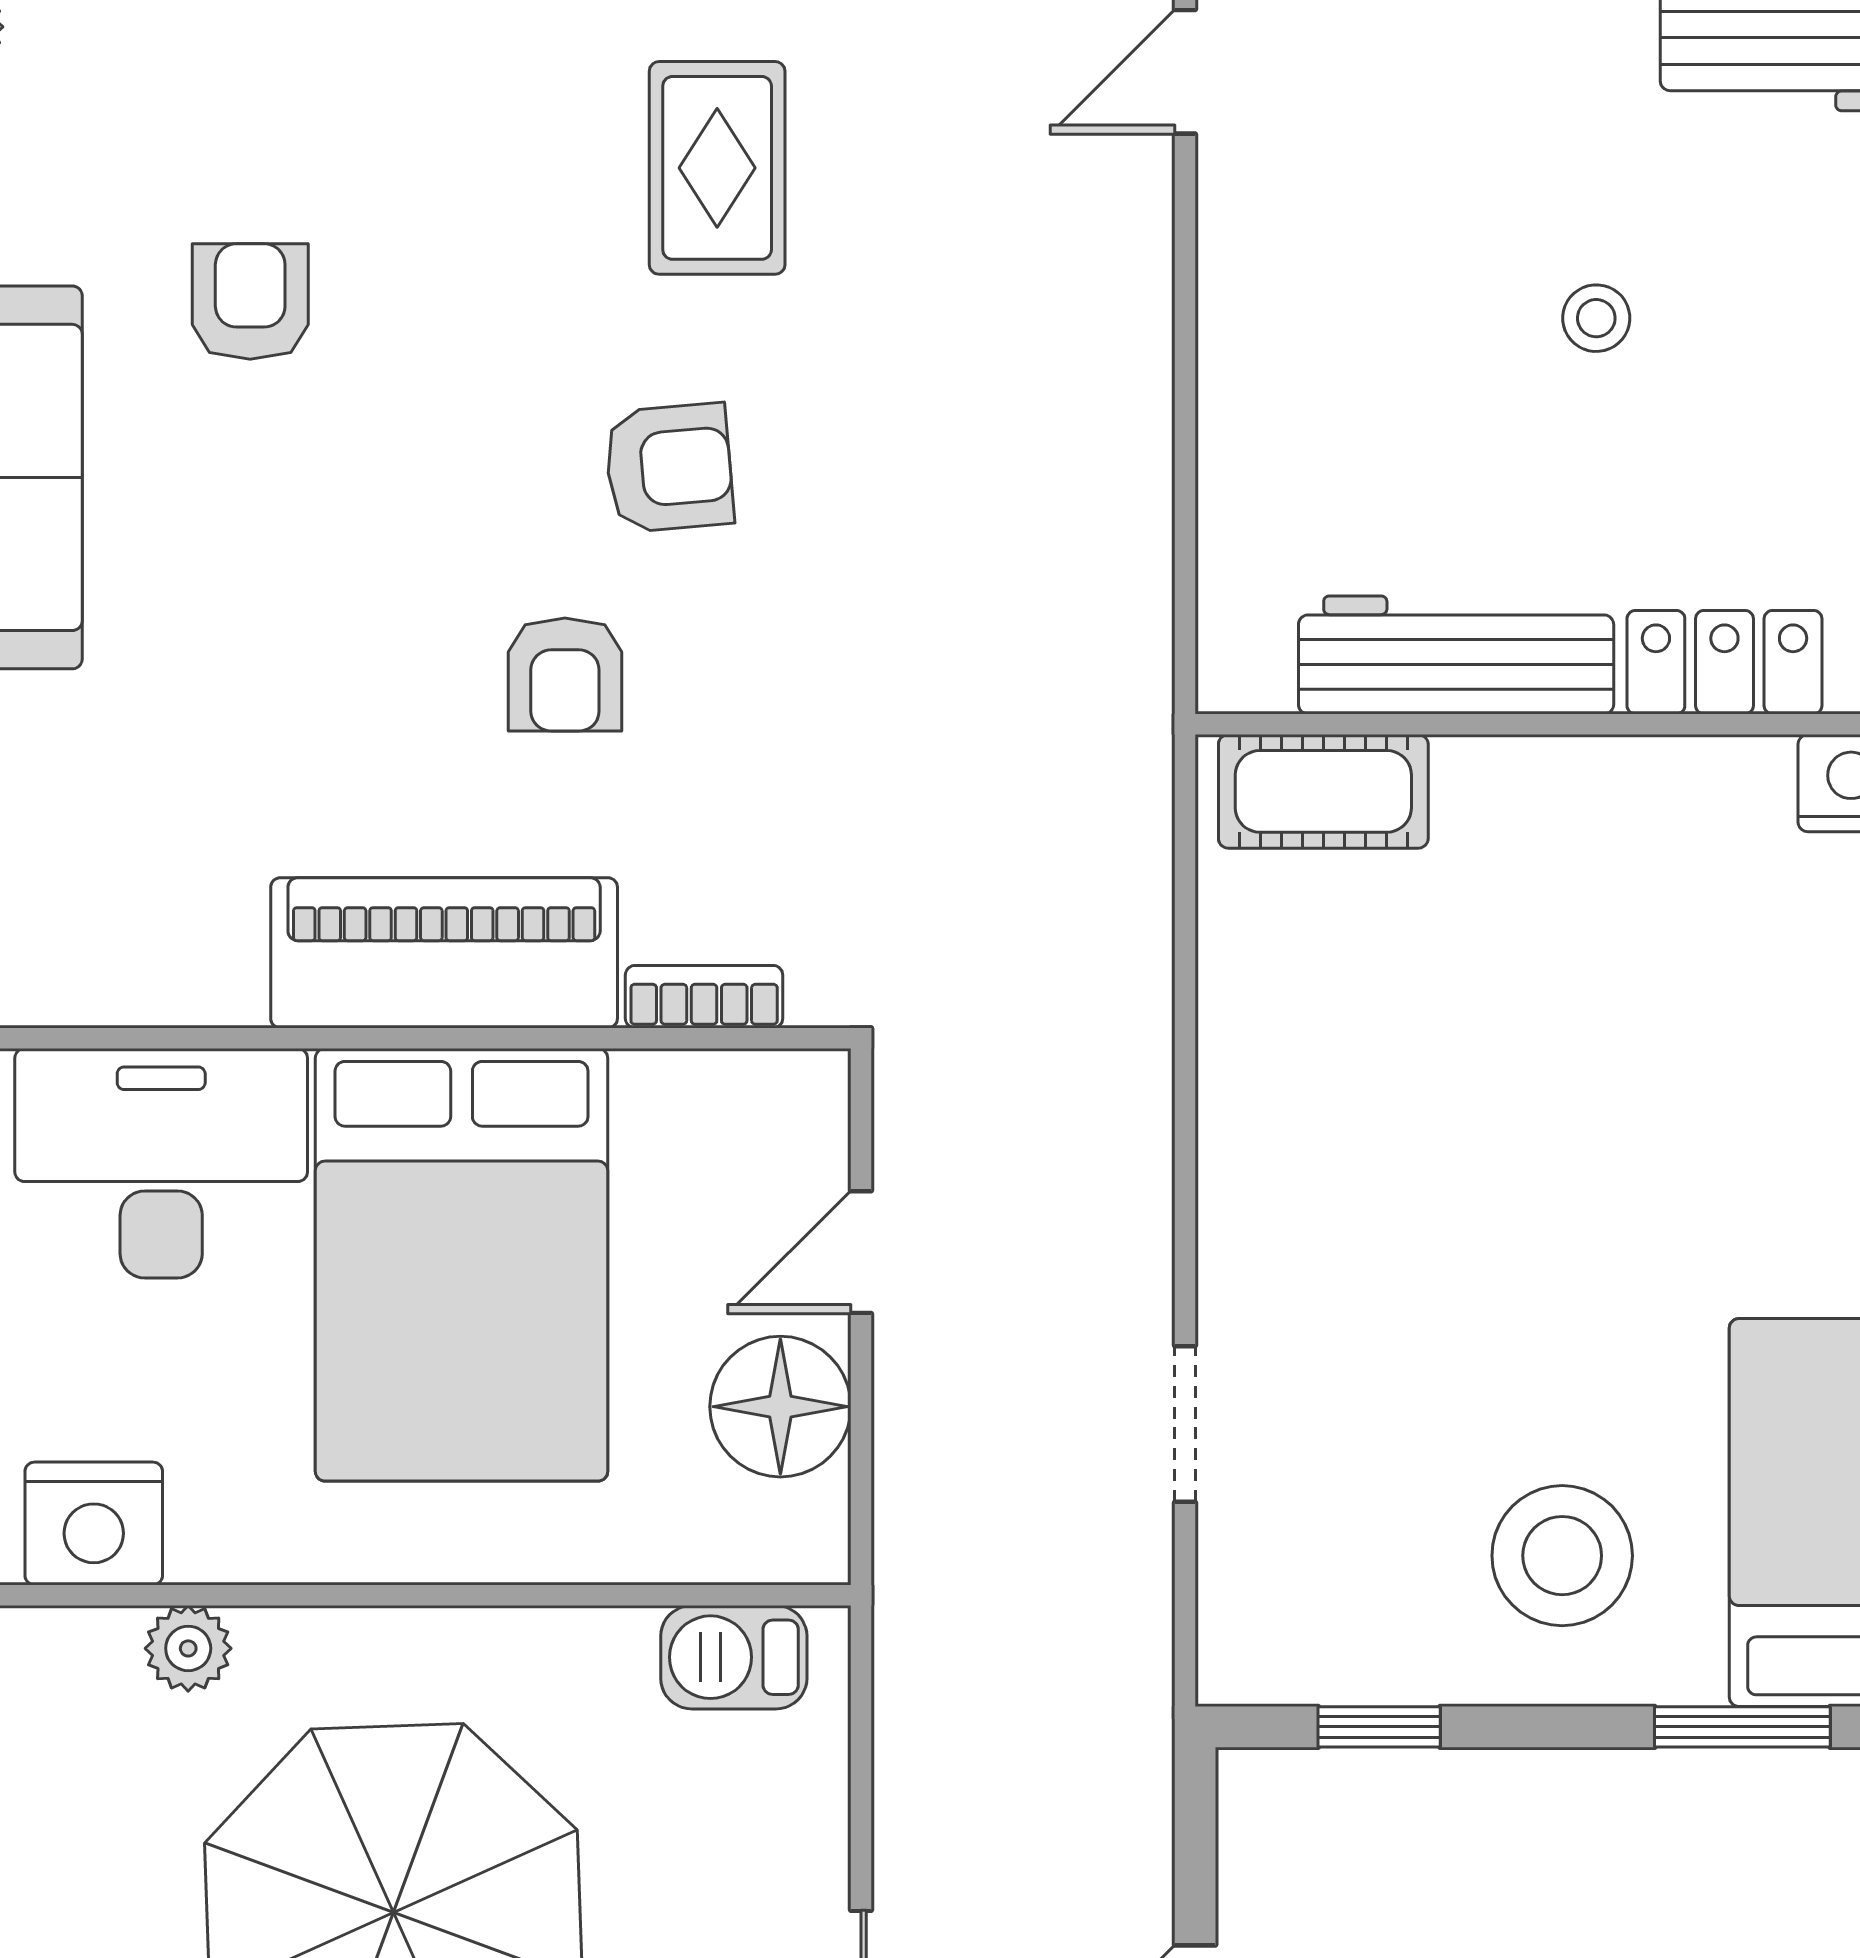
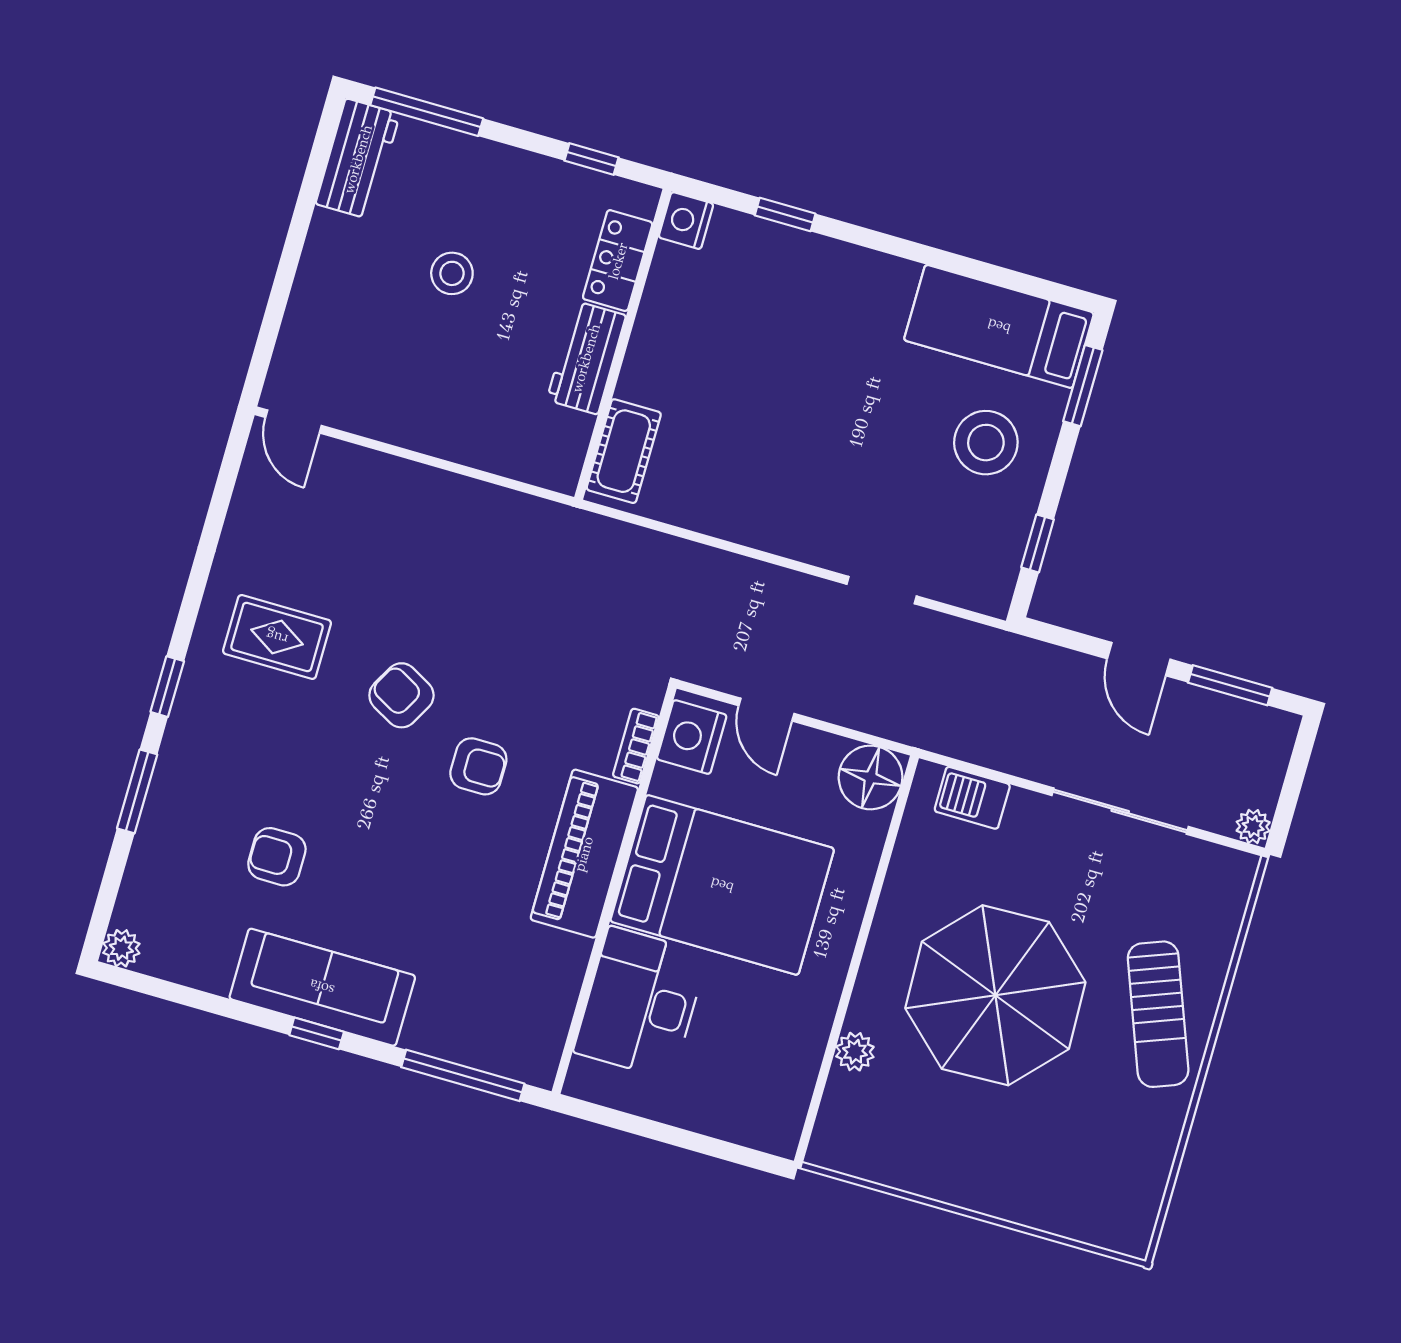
stool: (1596, 318) -> (452, 273), width x1.37, depth x1.37
armchair: (669, 468) -> (401, 695), turned -56
workbench: (1456, 655) -> (586, 358), width x0.73
floor lamp: (780, 1407) -> (871, 777), moved
nightstand: (94, 1523) -> (692, 737), moved, turned 180
barbecue: (734, 1657) -> (972, 798), moved, turned 90

